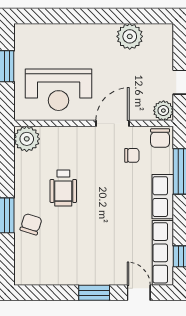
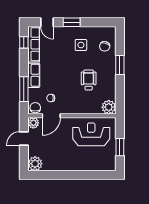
plant: (130, 36) -> (35, 164), moved
door: (112, 123) -> (51, 116), moved
chair: (31, 224) -> (105, 46), moved
side table: (77, 252) -> (81, 45), added

